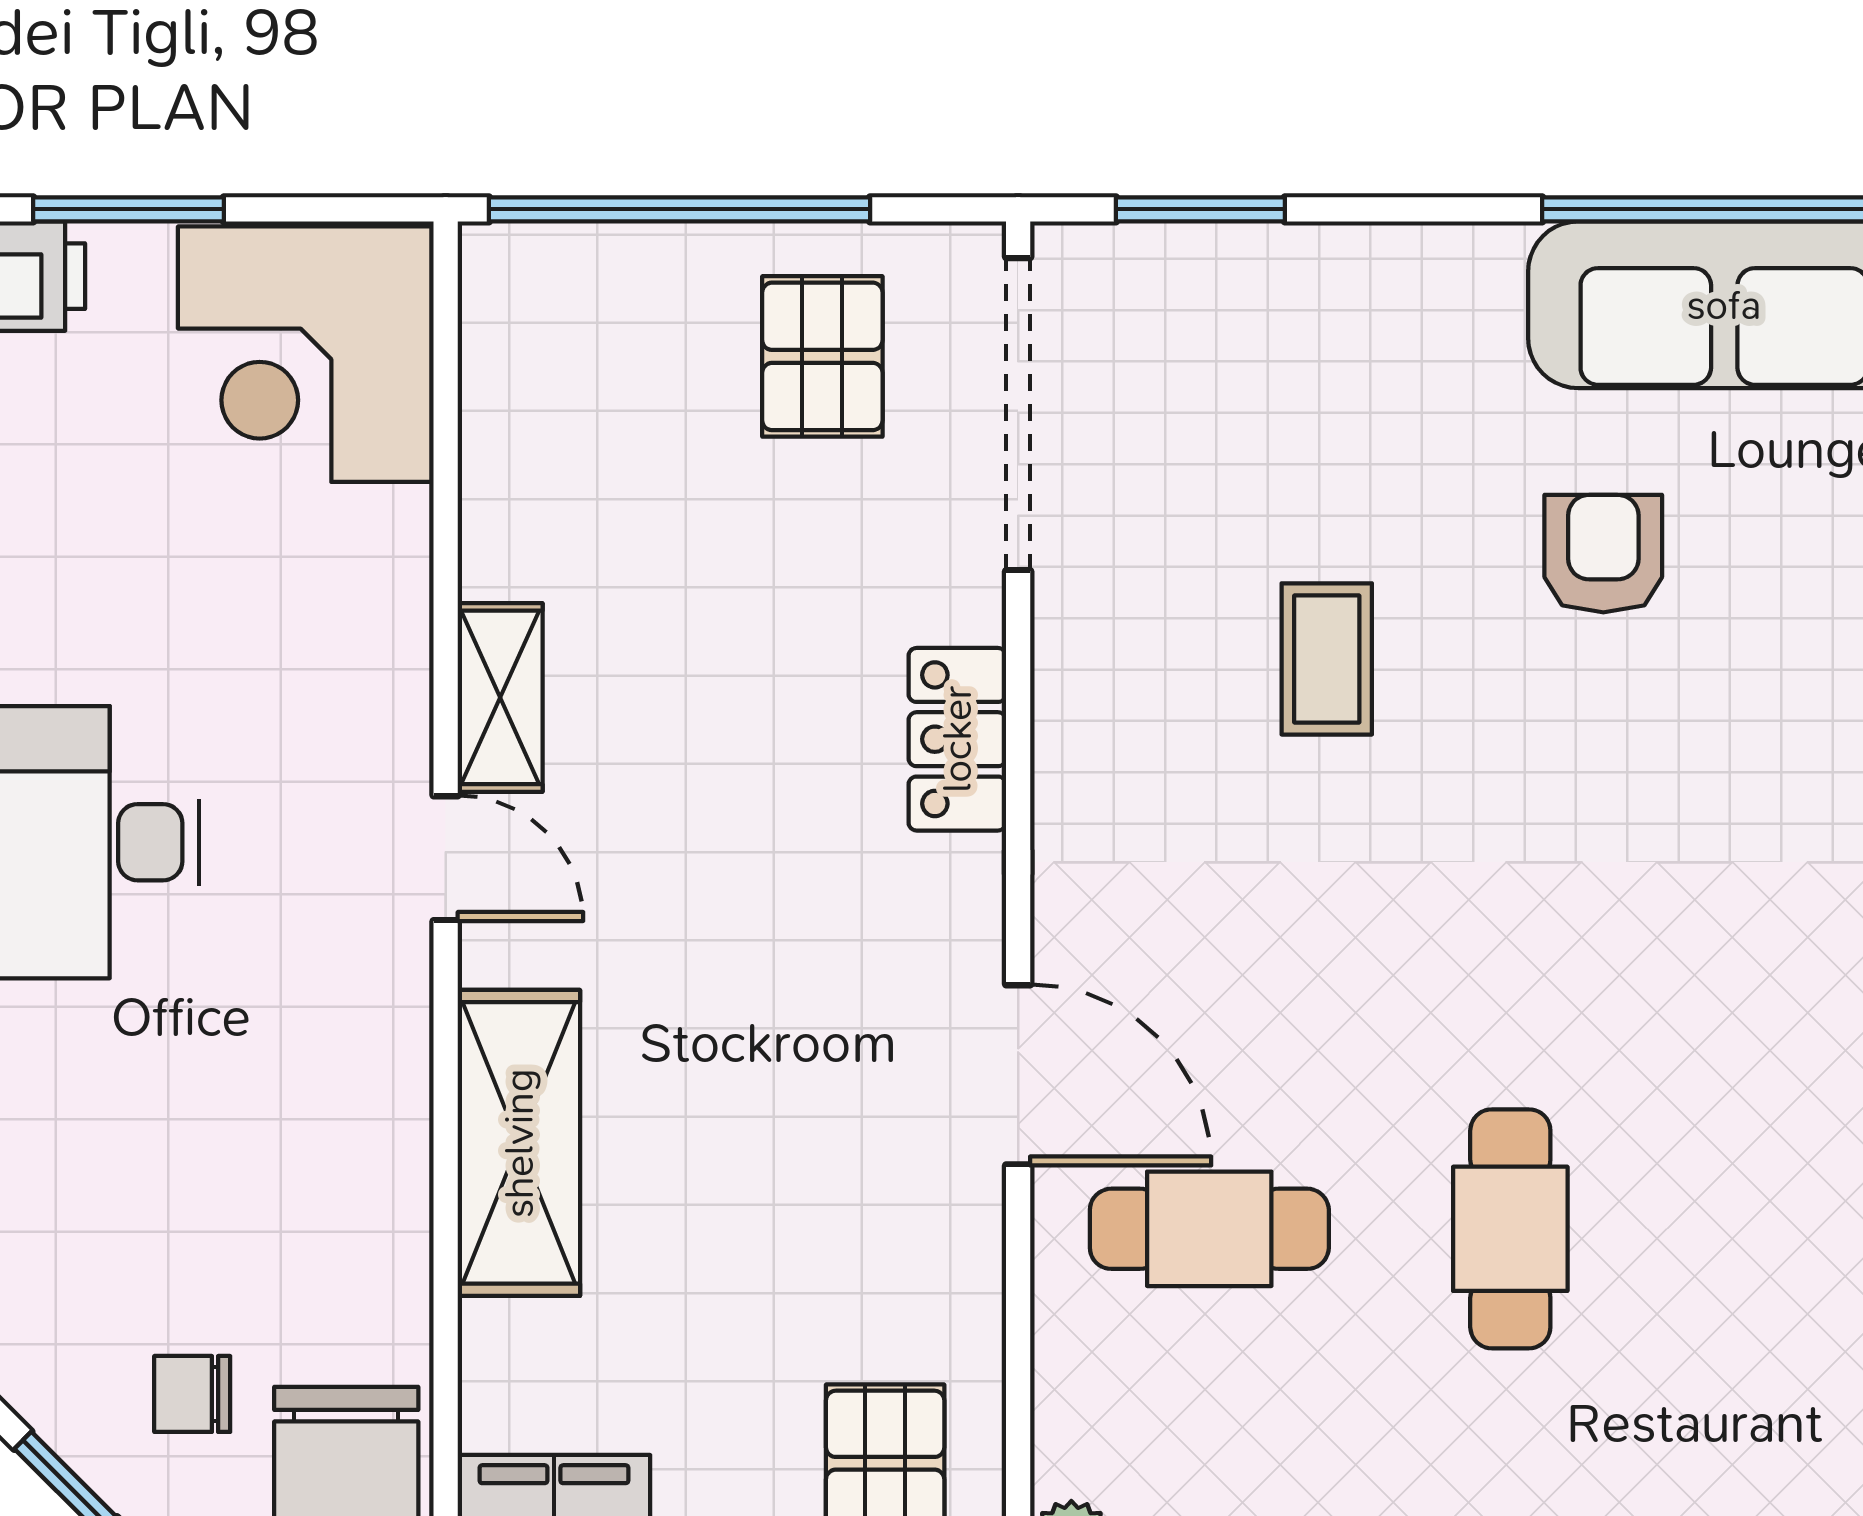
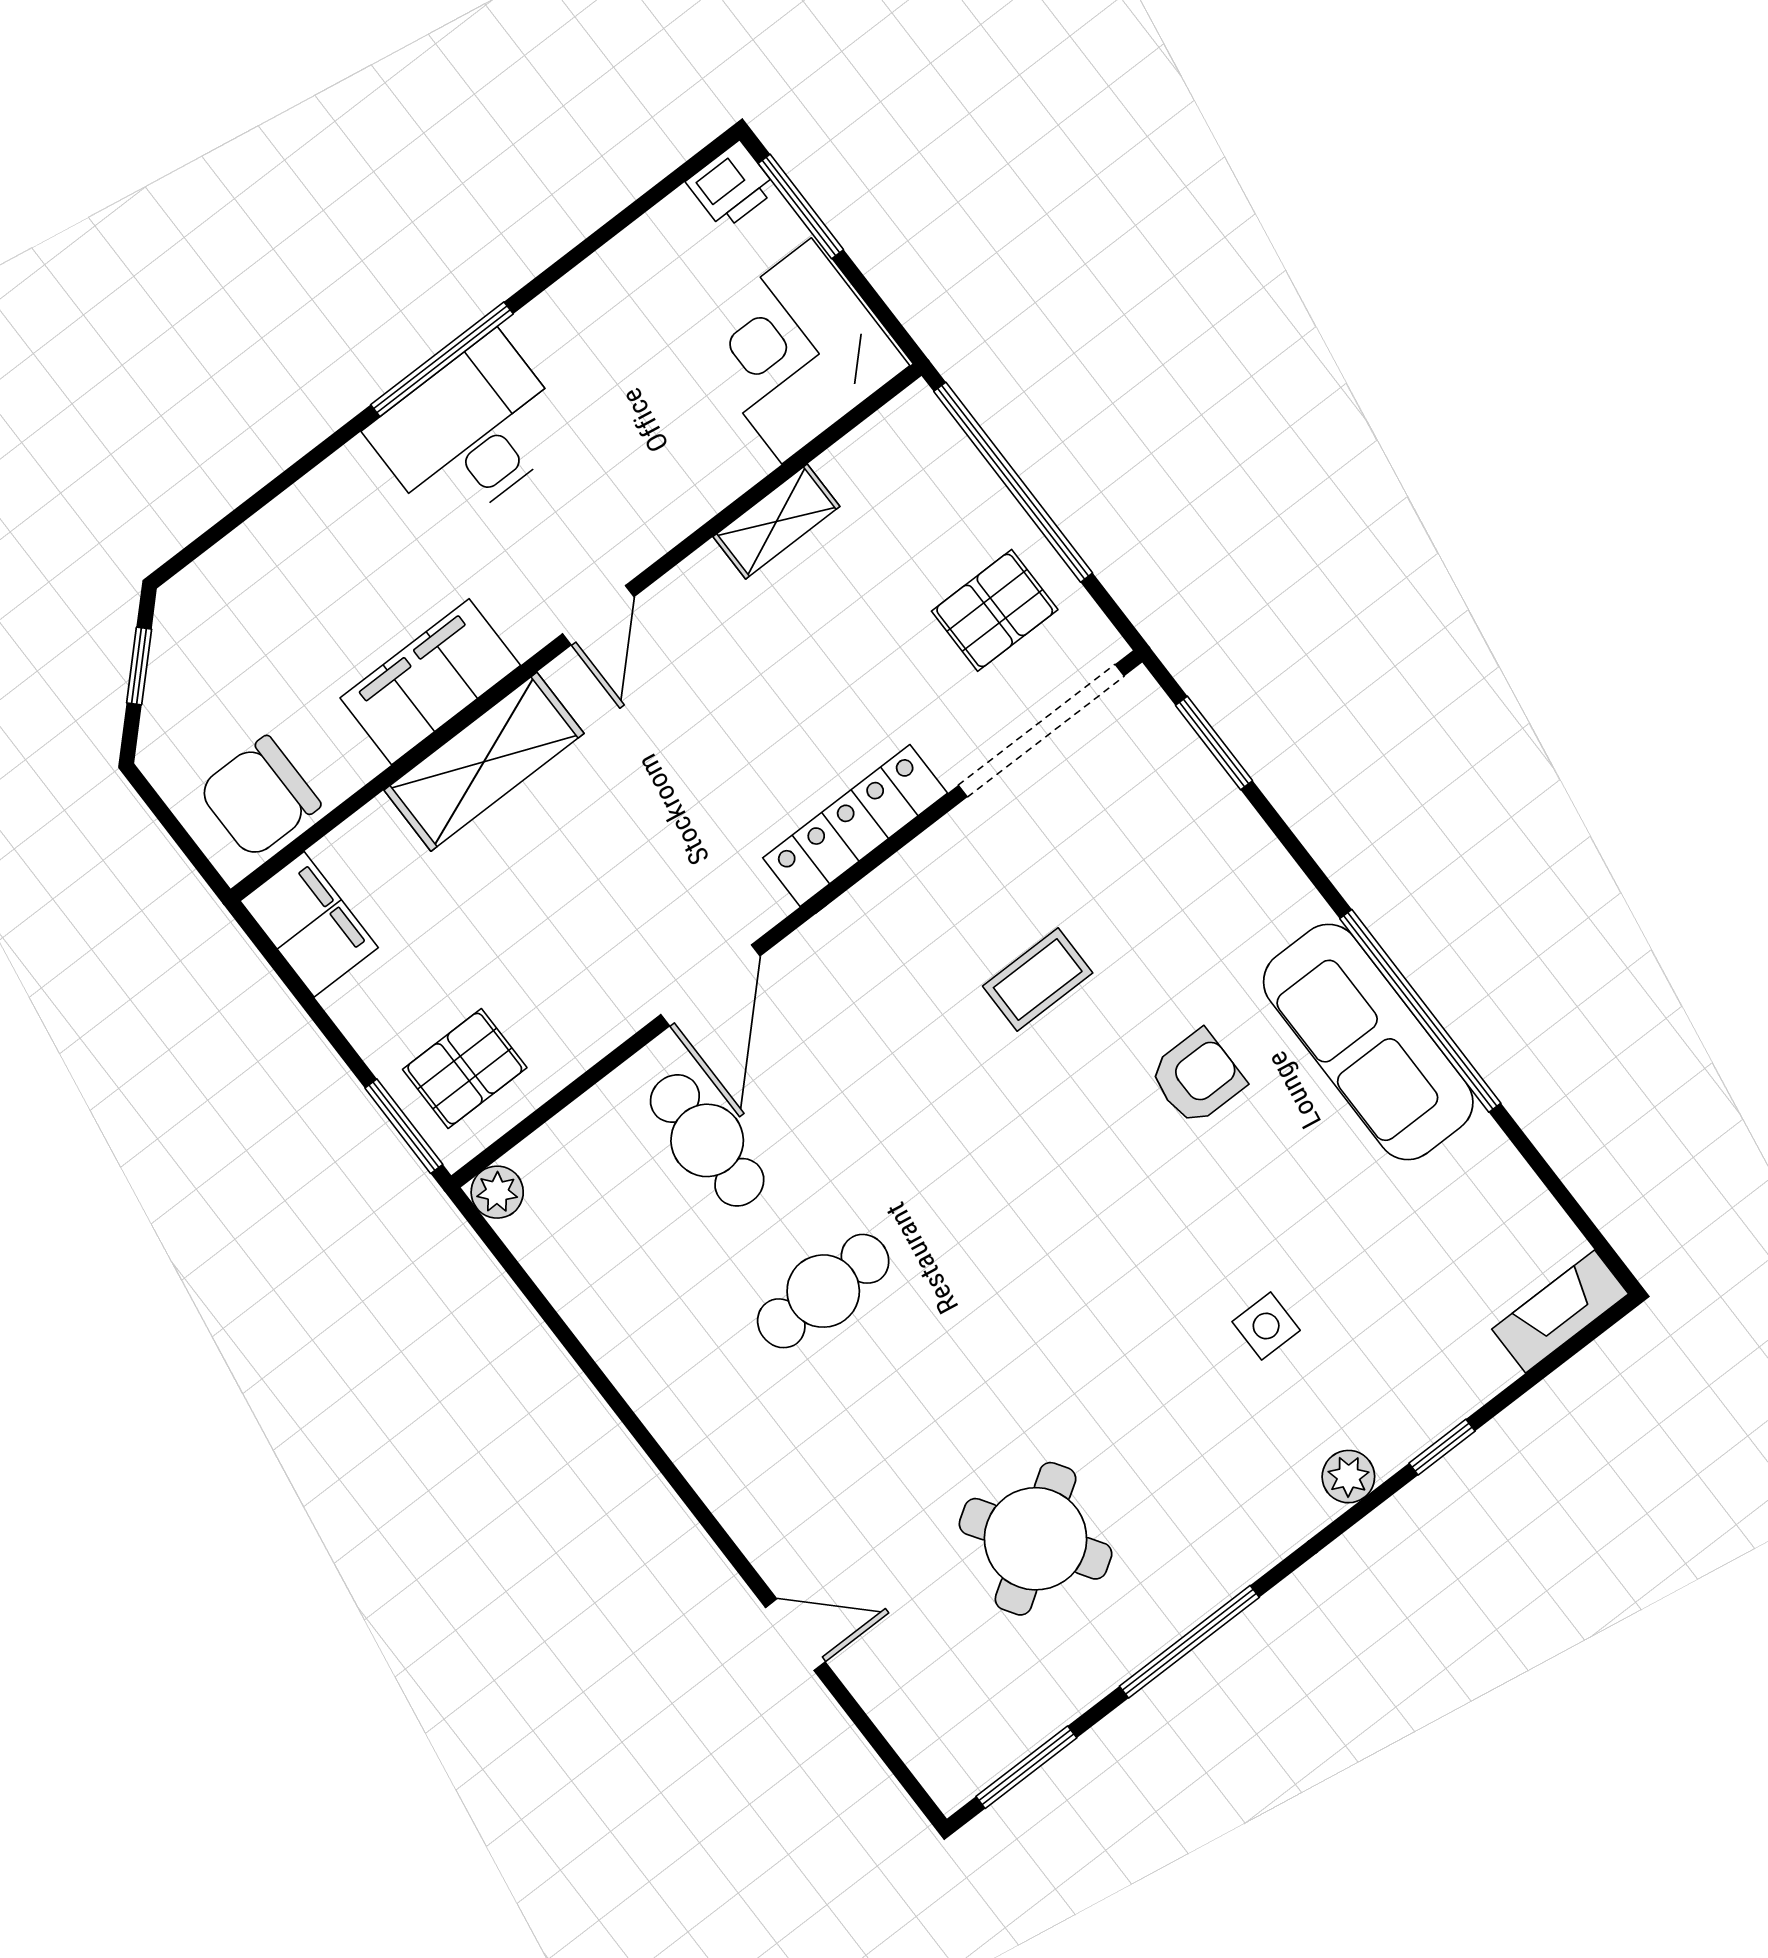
shelving: (500, 697) -> (776, 522), moved
locker: (957, 739) -> (855, 826), width x1.53
filing cabinet: (367, 1133) -> (430, 682), added
chair: (192, 1394) -> (232, 695), removed

